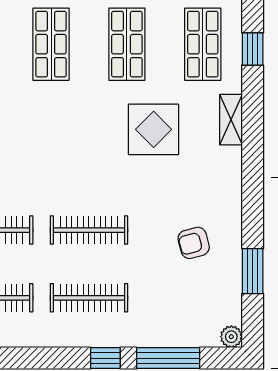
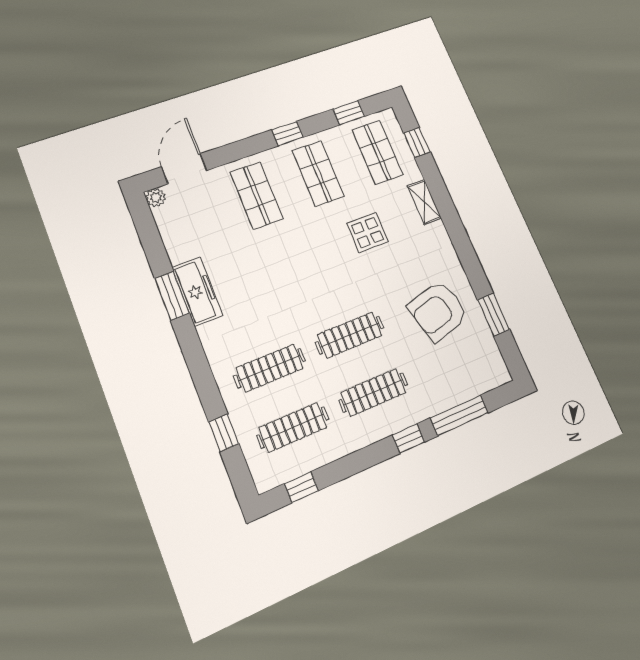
display table: (154, 129) -> (368, 232), width x0.73, depth x0.73
armchair: (194, 243) -> (438, 311), width x1.88, depth x1.88
plant: (231, 337) -> (501, 375), removed

